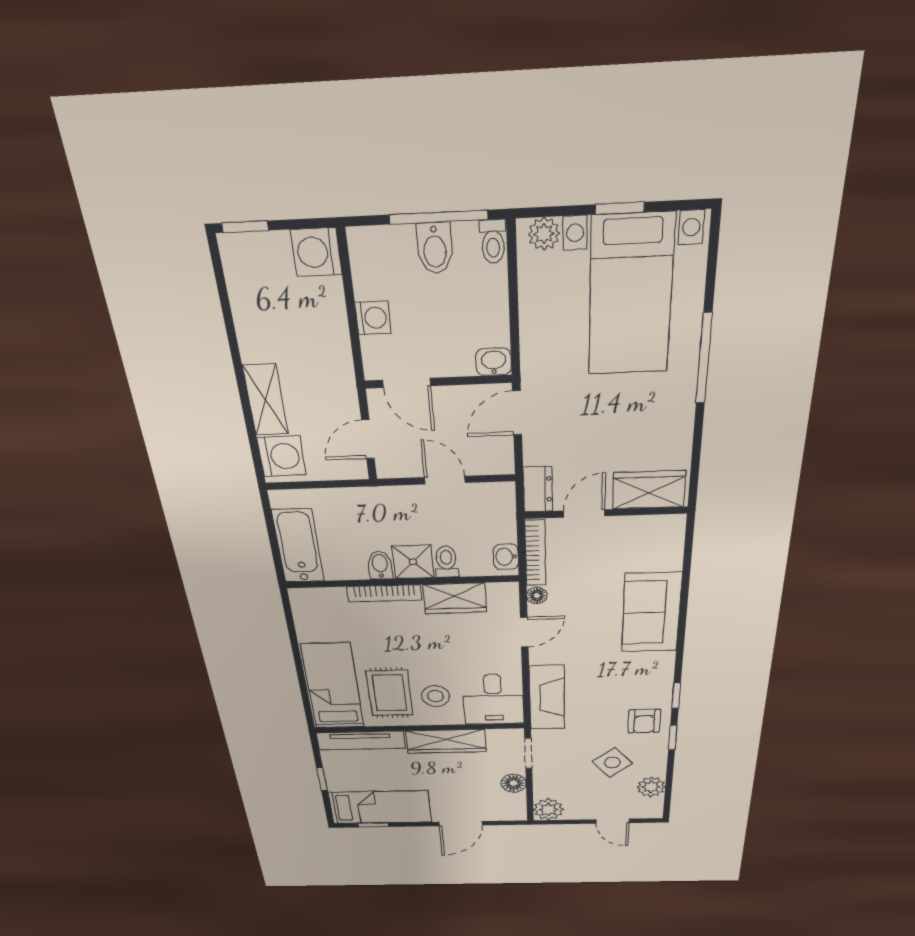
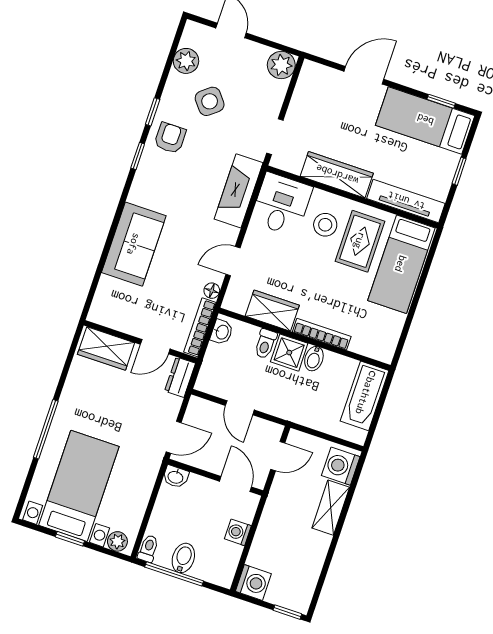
floor lamp: (514, 783) -> (300, 107), removed

